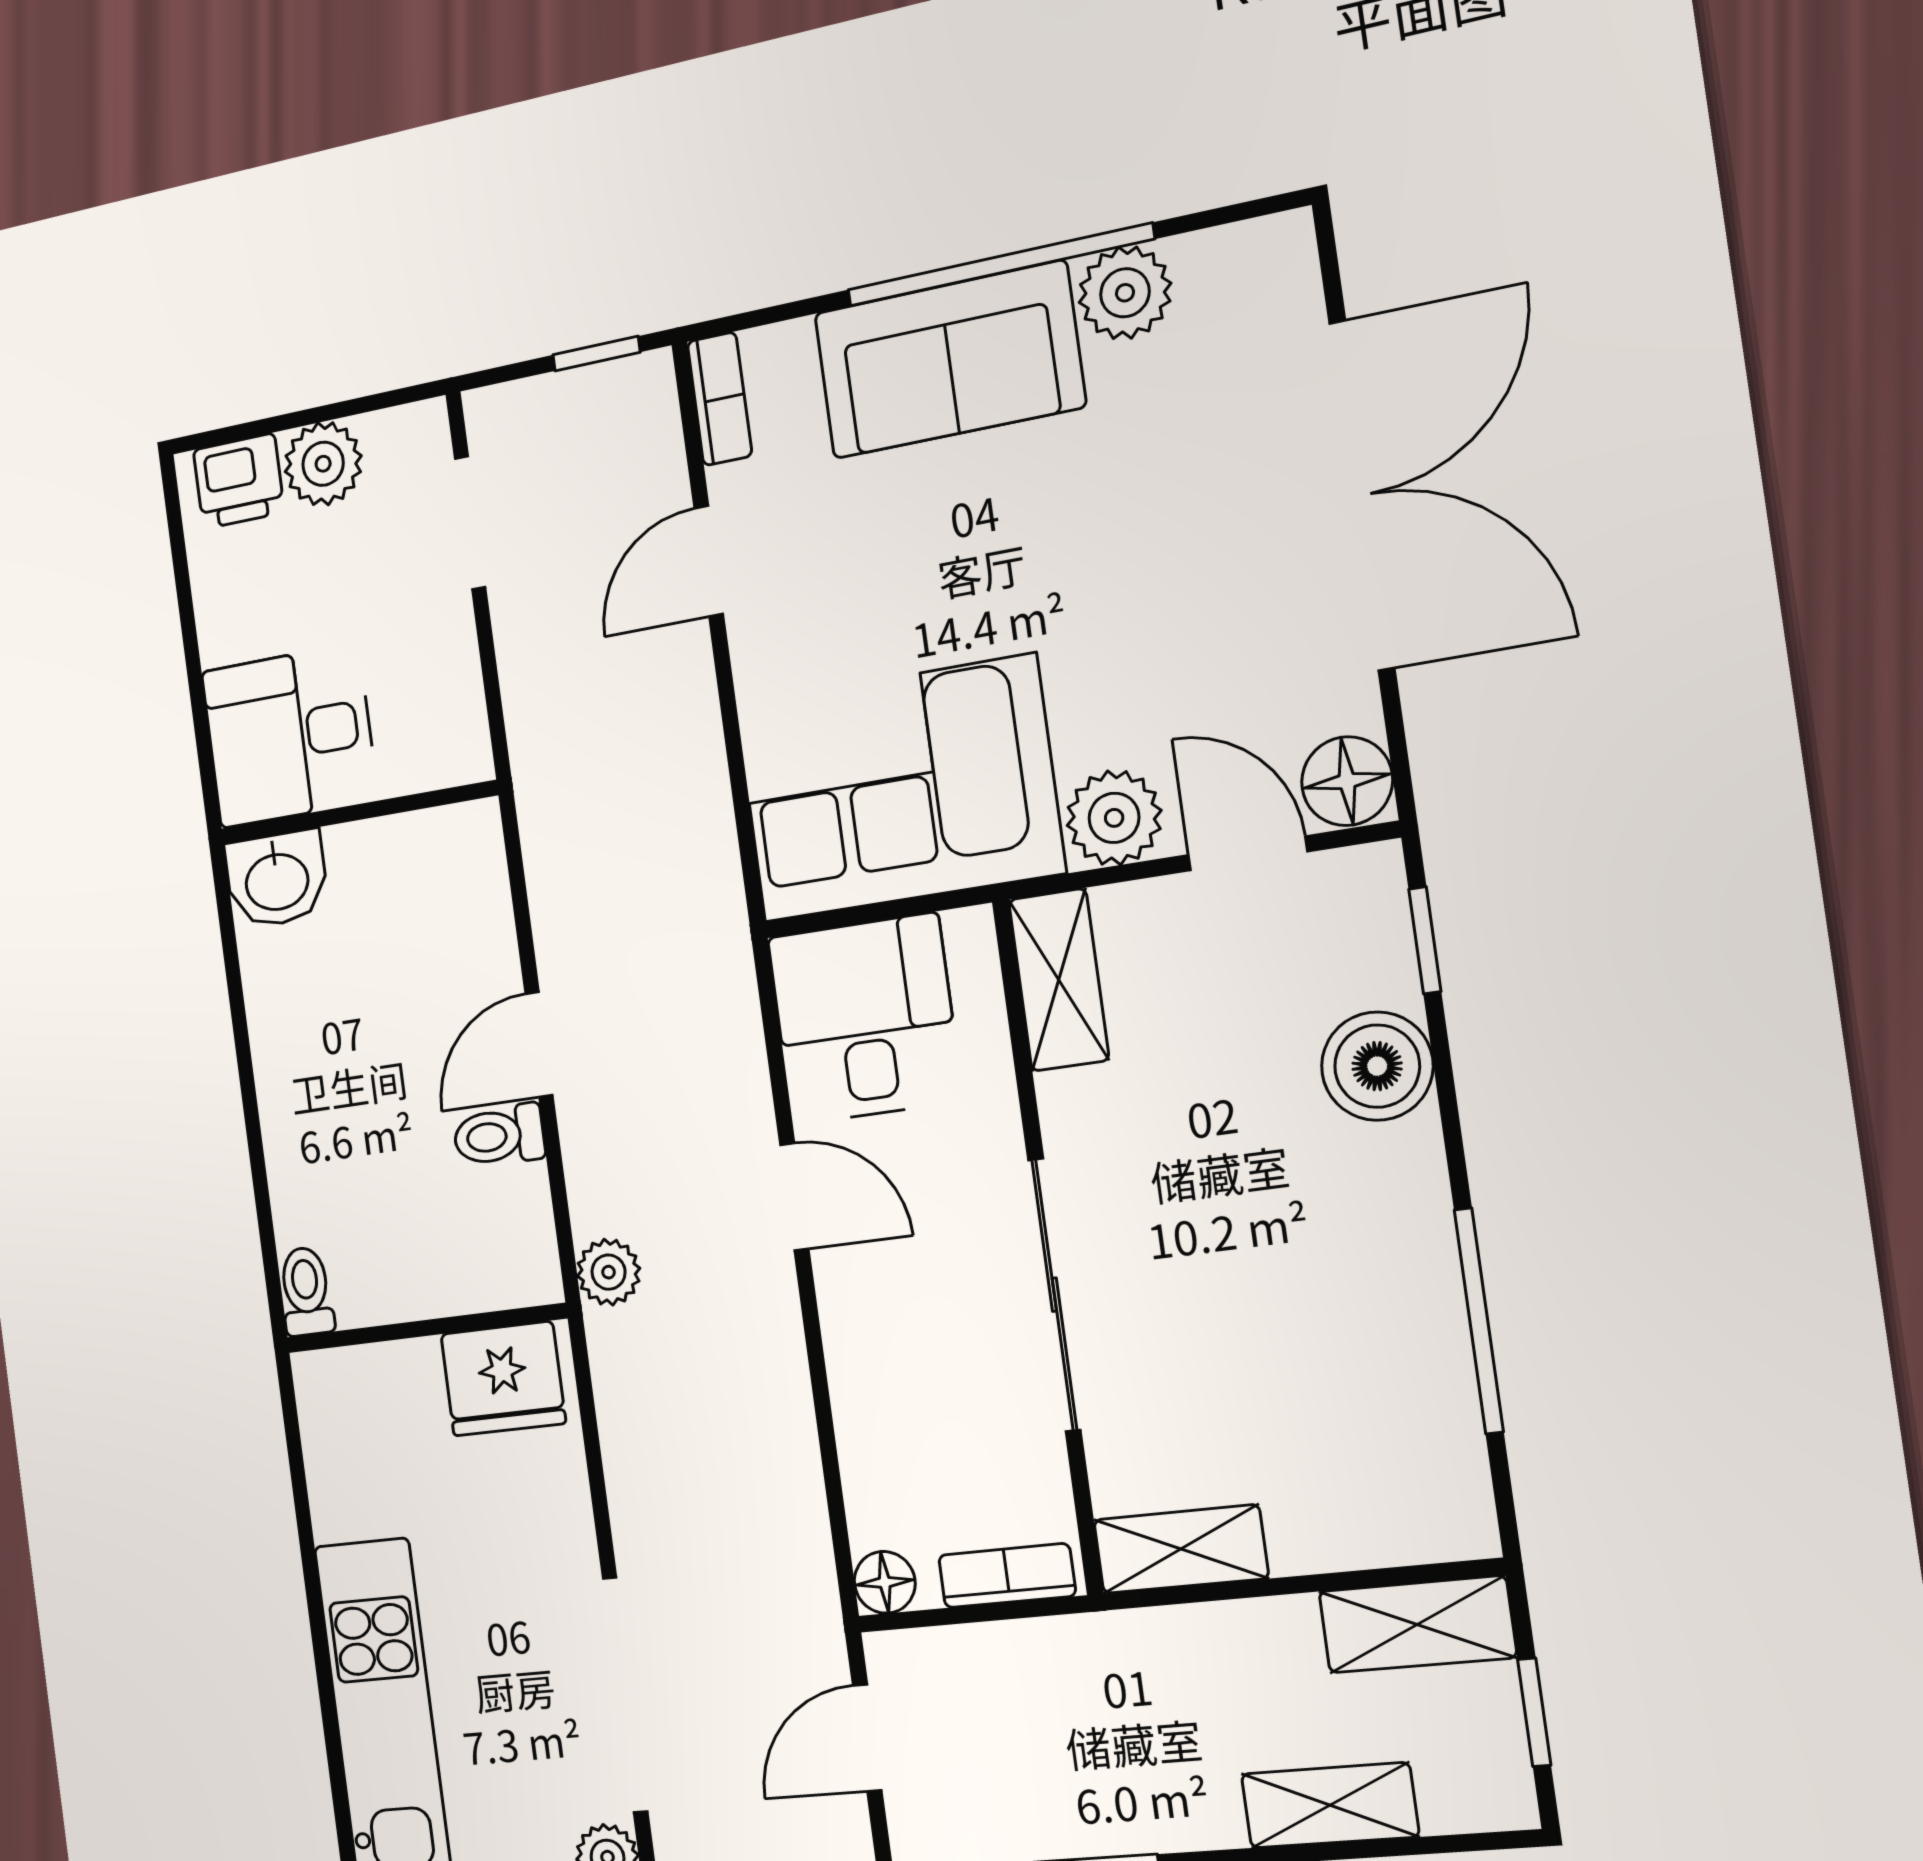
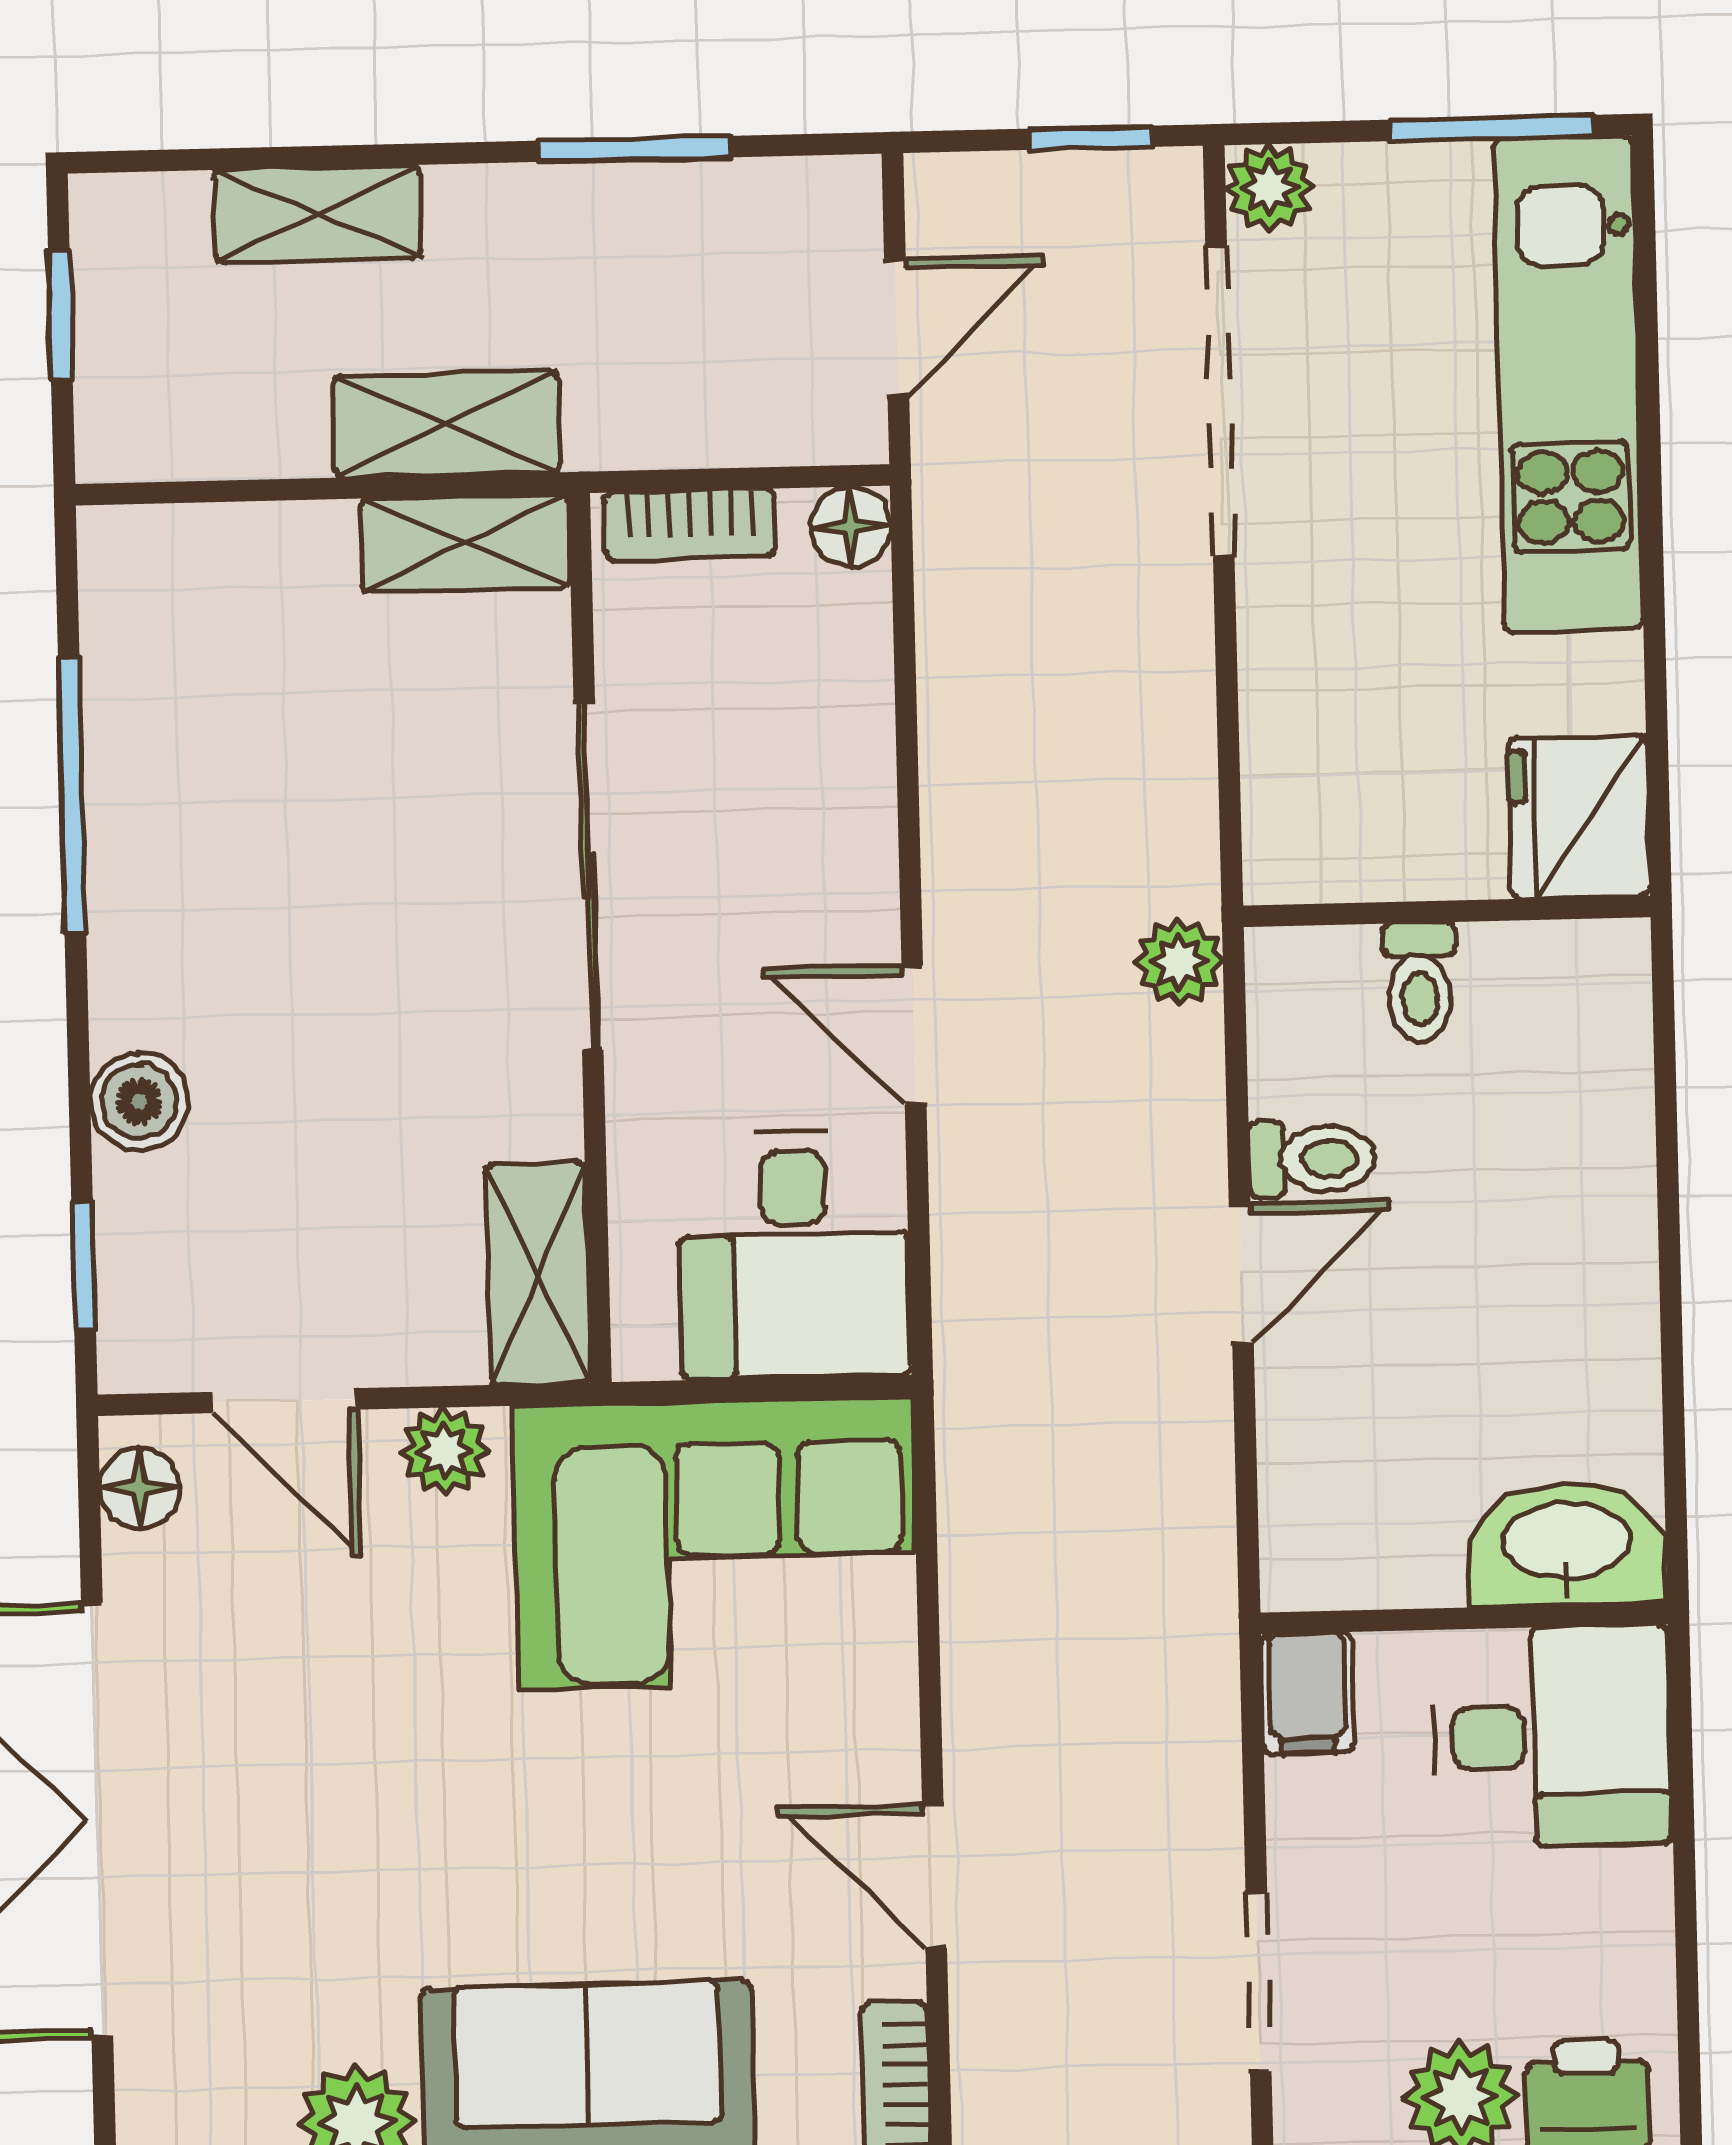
door: (709, 561) -> (934, 1876), swing flipped
filing cabinet: (459, 741) -> (1307, 1693), added
floor lamp: (1347, 781) -> (140, 1488), width x0.73, depth x0.73
plant: (1114, 818) -> (444, 1451), width x0.73, depth x0.73
washbasin: (277, 879) -> (1566, 1544), width x1.38
boiler: (1377, 1066) -> (139, 1101), width x0.73, depth x0.73
toilet: (306, 1291) -> (1420, 982), moved
fridge: (503, 1379) -> (1579, 817), moved, turned -90
shelving: (1417, 1624) -> (447, 424), moved

